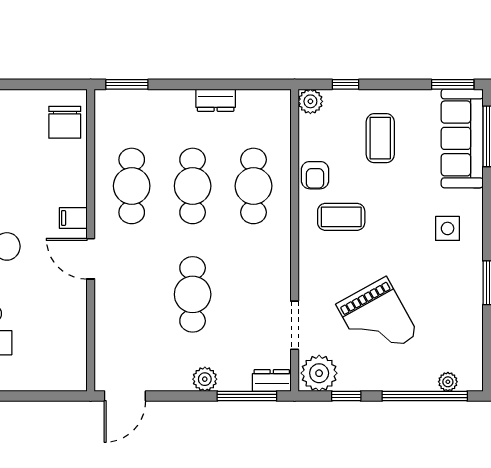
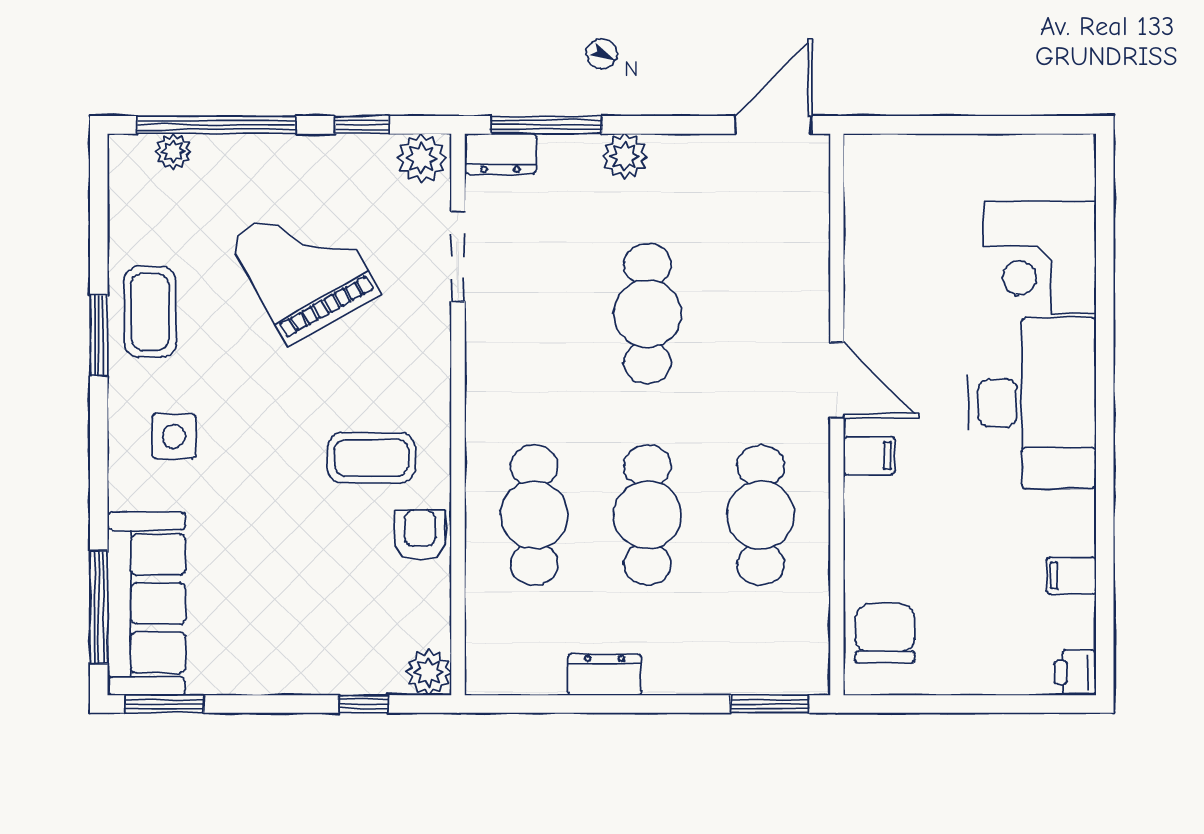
coffee table: (380, 138) -> (150, 312), moved
plant: (319, 373) -> (421, 158), width x0.73, depth x0.73

